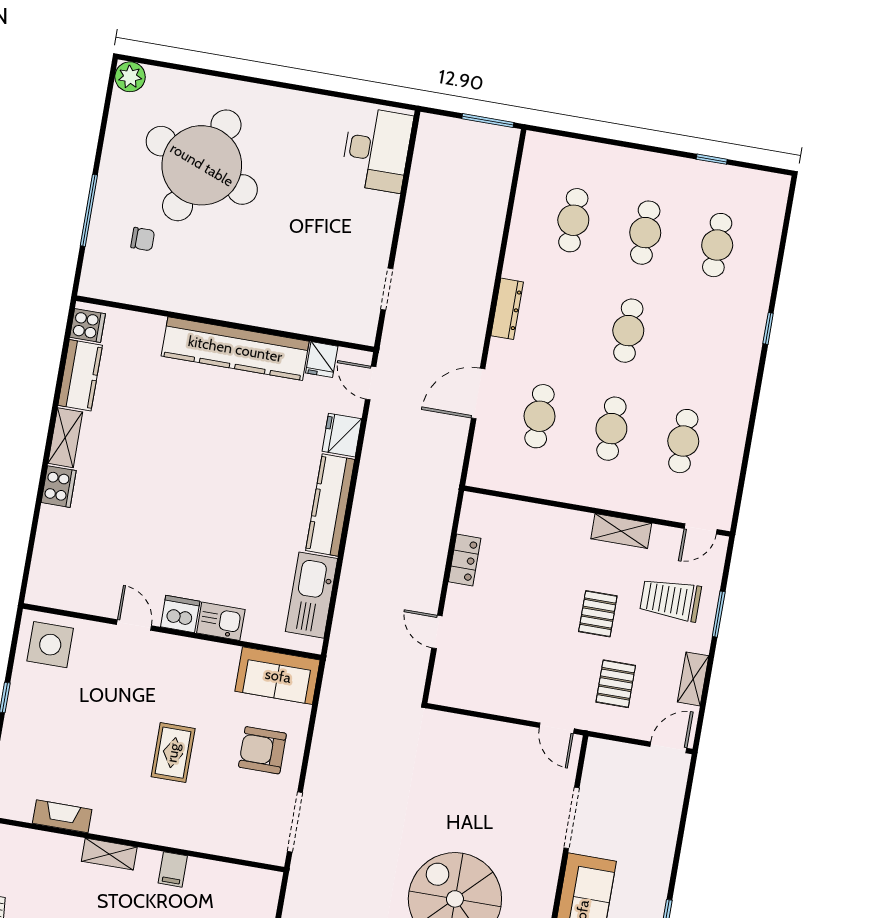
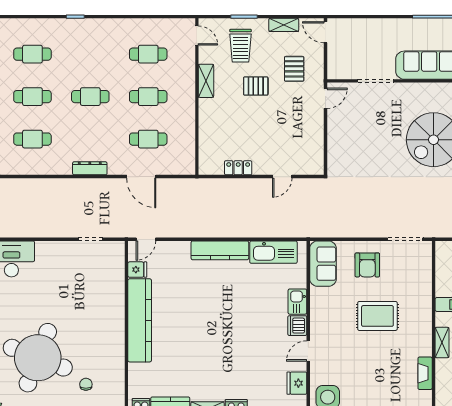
fridge: (342, 435) -> (297, 383), moved, turned 90
pallet: (616, 684) -> (294, 69), turned 90
rug: (173, 753) -> (377, 316), width x1.36, depth x1.43

